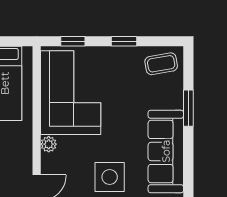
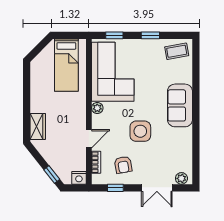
window: (188, 108) -> (196, 83), removed
sofa: (166, 151) -> (180, 105), width x0.73

